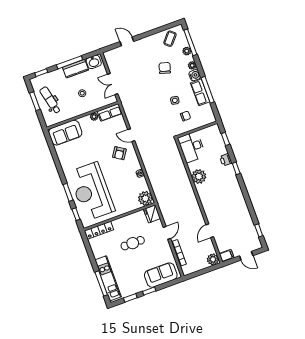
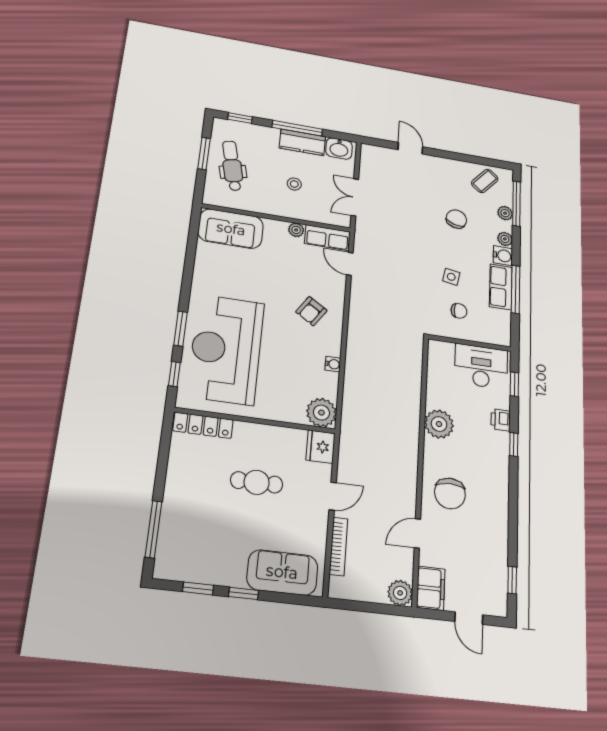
door: (131, 135) -> (350, 264), moved
desk: (192, 147) -> (481, 366), moved, turned 90
chair: (217, 206) -> (450, 493), added
filing cabinet: (227, 256) -> (431, 588), width x2.00
kitchen unit: (108, 278) -> (173, 526), removed

